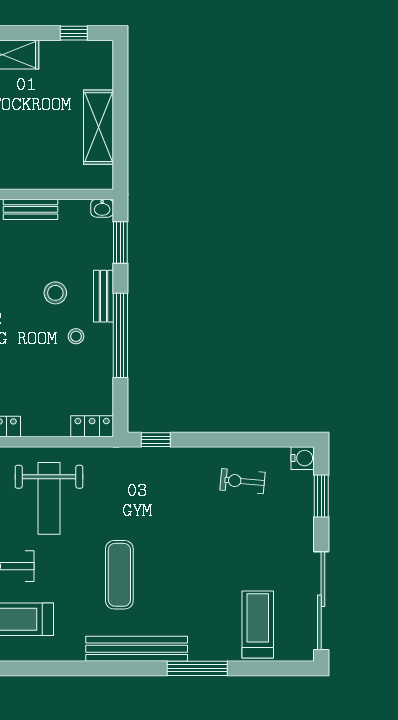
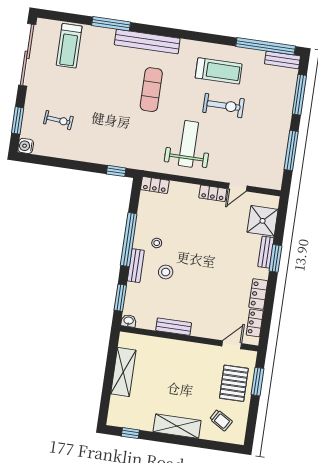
exercise bike: (242, 481) -> (58, 120), moved

